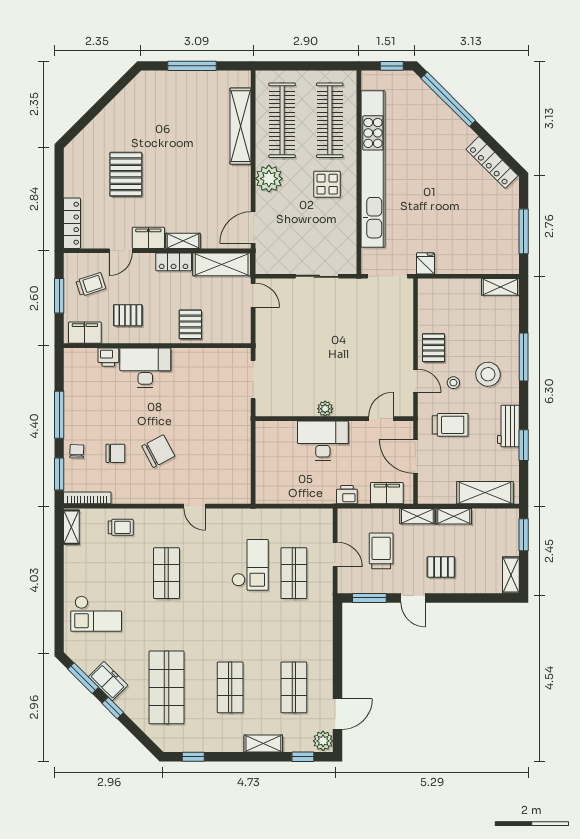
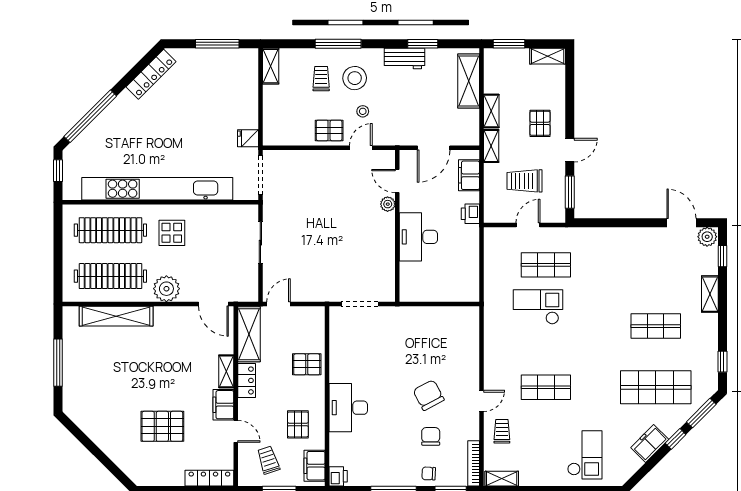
printer: (108, 357) -> (338, 476), moved
plant: (325, 409) -> (388, 204), moved
trolley: (450, 425) -> (321, 79), moved, width x0.73, depth x0.72
door: (195, 506) -> (482, 401), moved
window: (83, 678) -> (701, 413), moved
shop shelf: (294, 687) -> (656, 265), removed

